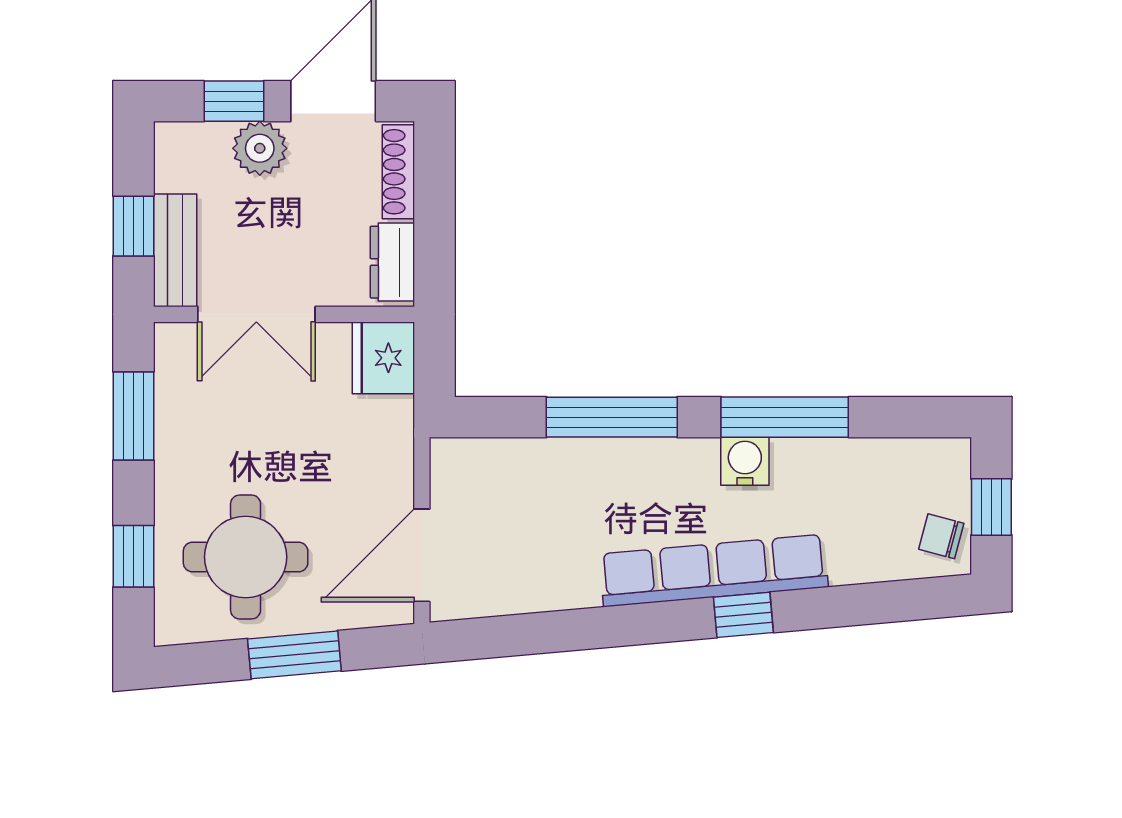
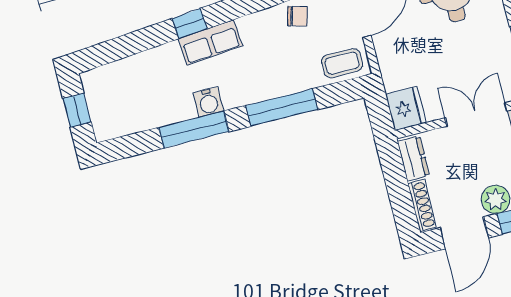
coffee table: (480, 471) -> (342, 63), added
chair: (941, 536) -> (297, 16), moved
row of seats: (714, 571) -> (210, 42), width x0.50

